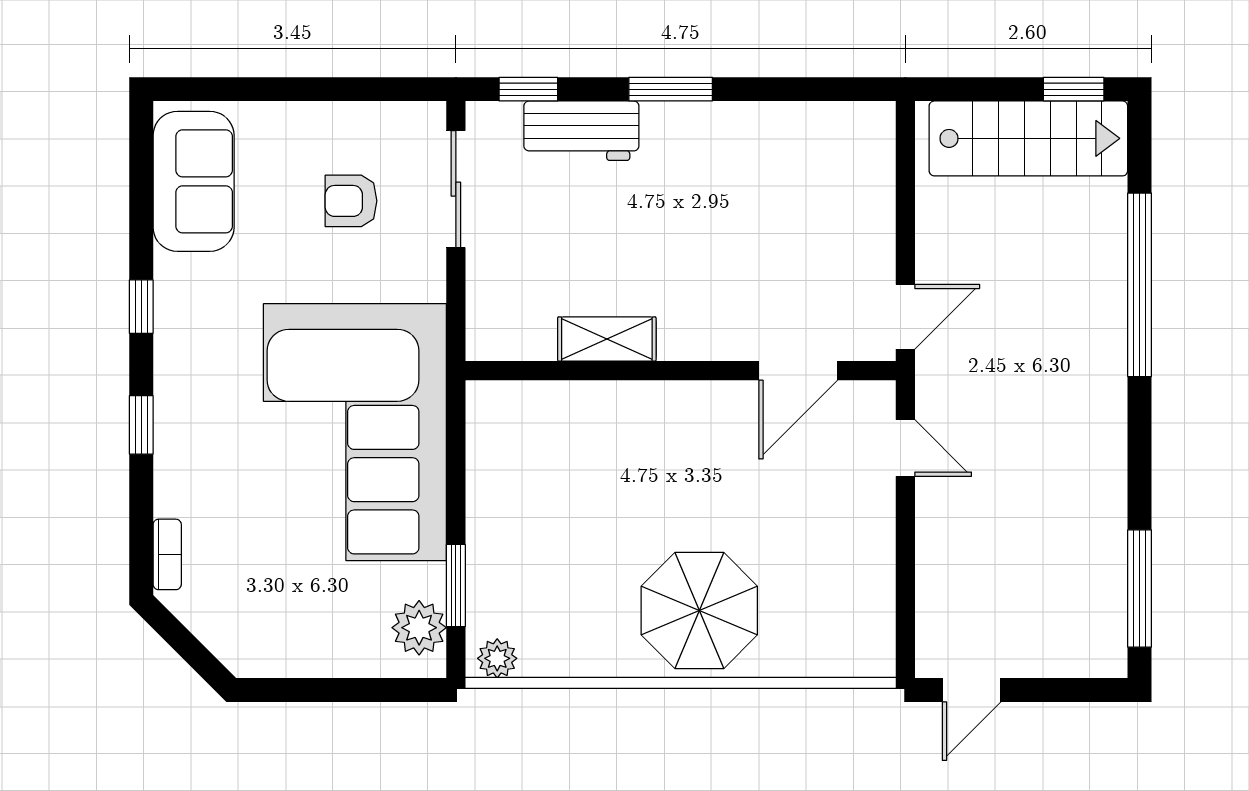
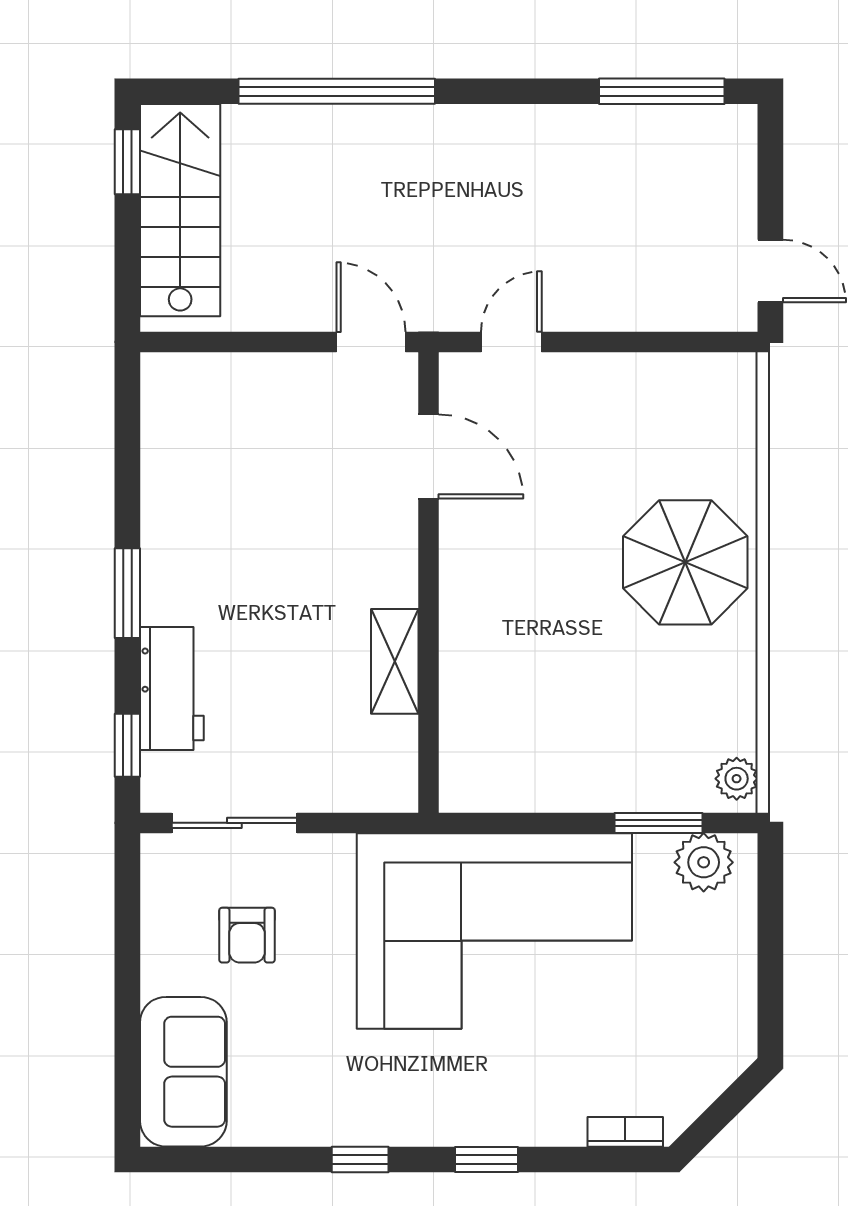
sofa: (194, 181) -> (183, 1072), moved, turned 90

